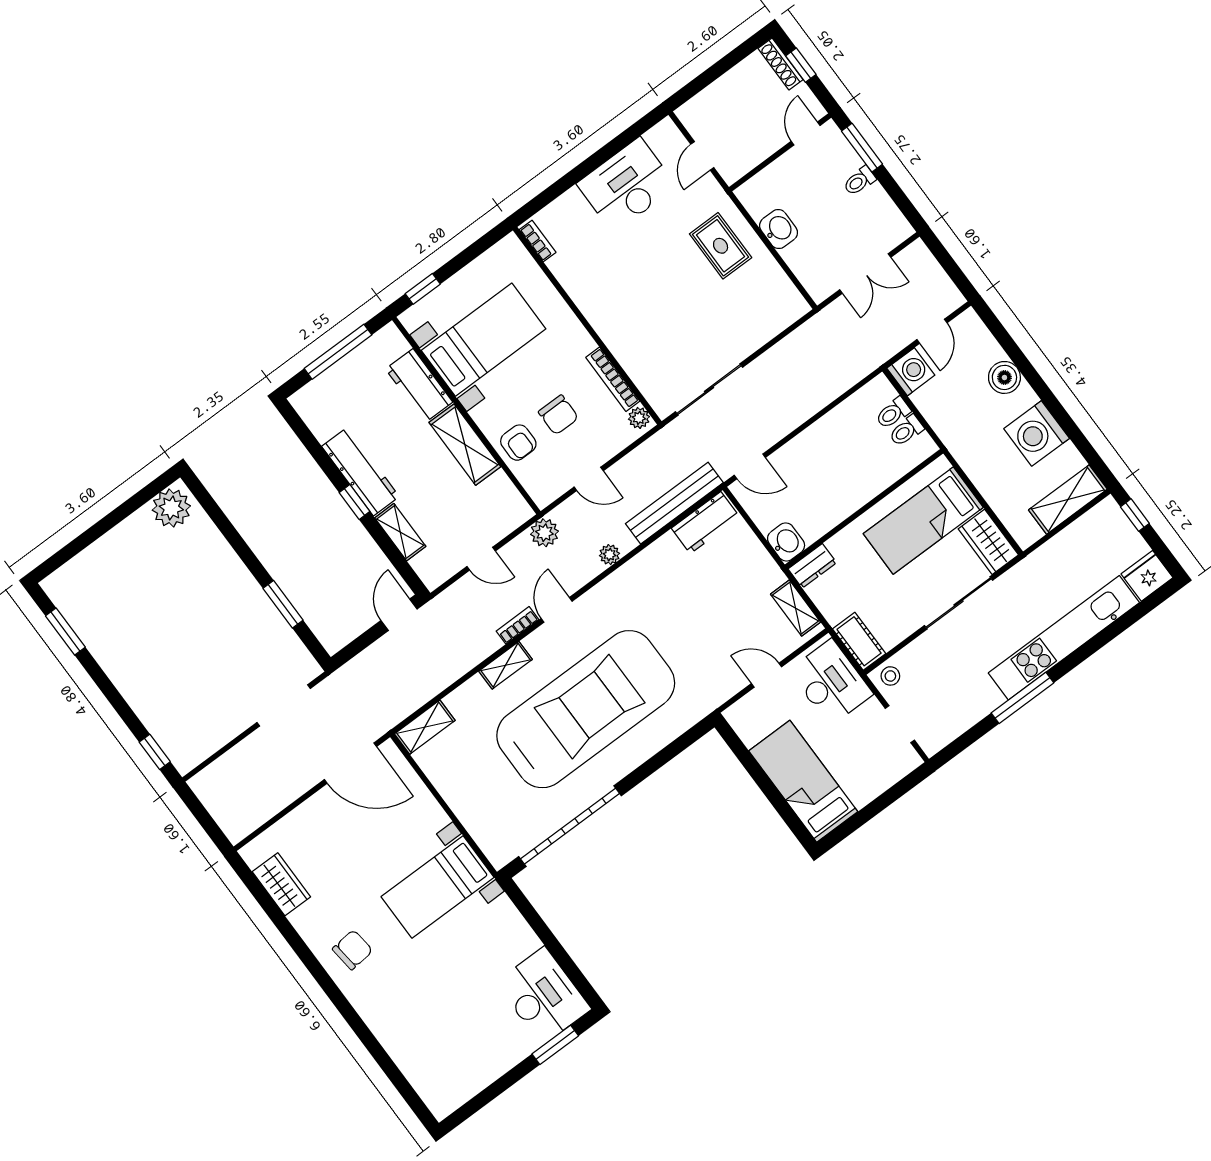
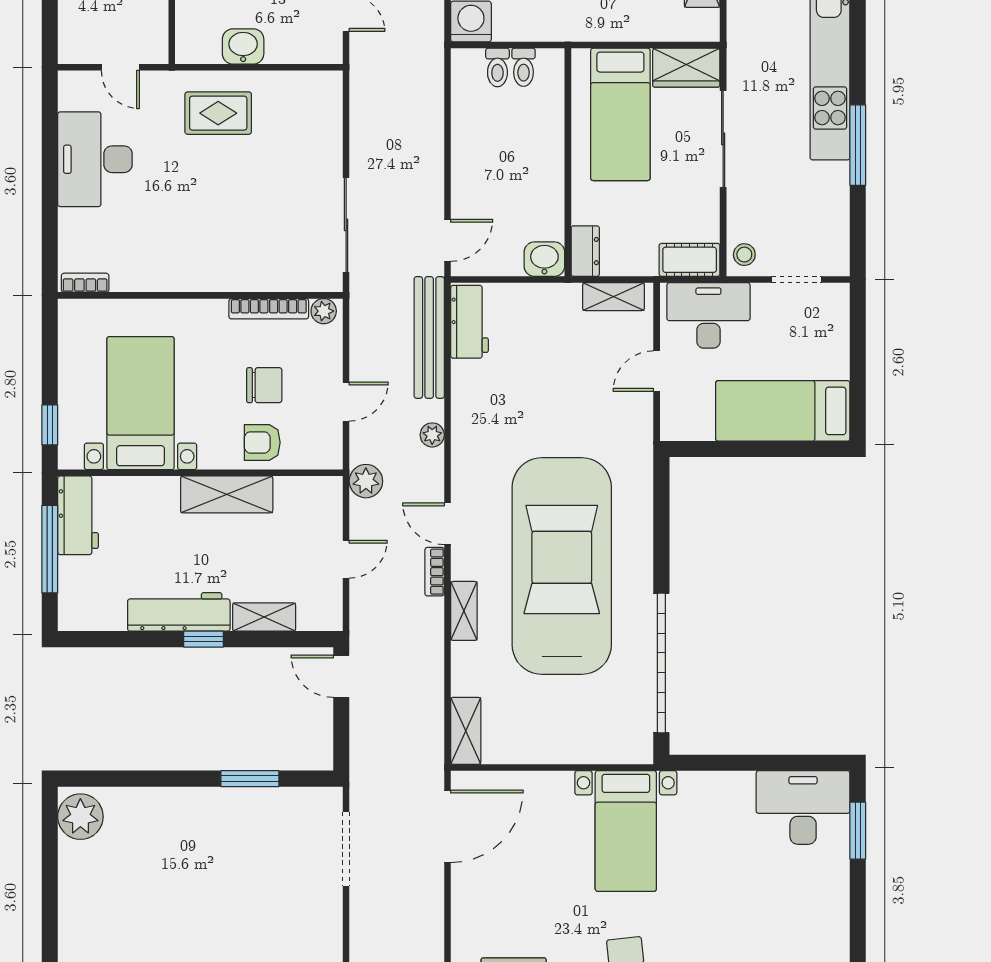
workbench: (419, 386) -> (78, 515), moved, turned -90
armchair: (518, 443) -> (262, 442), turned 180

